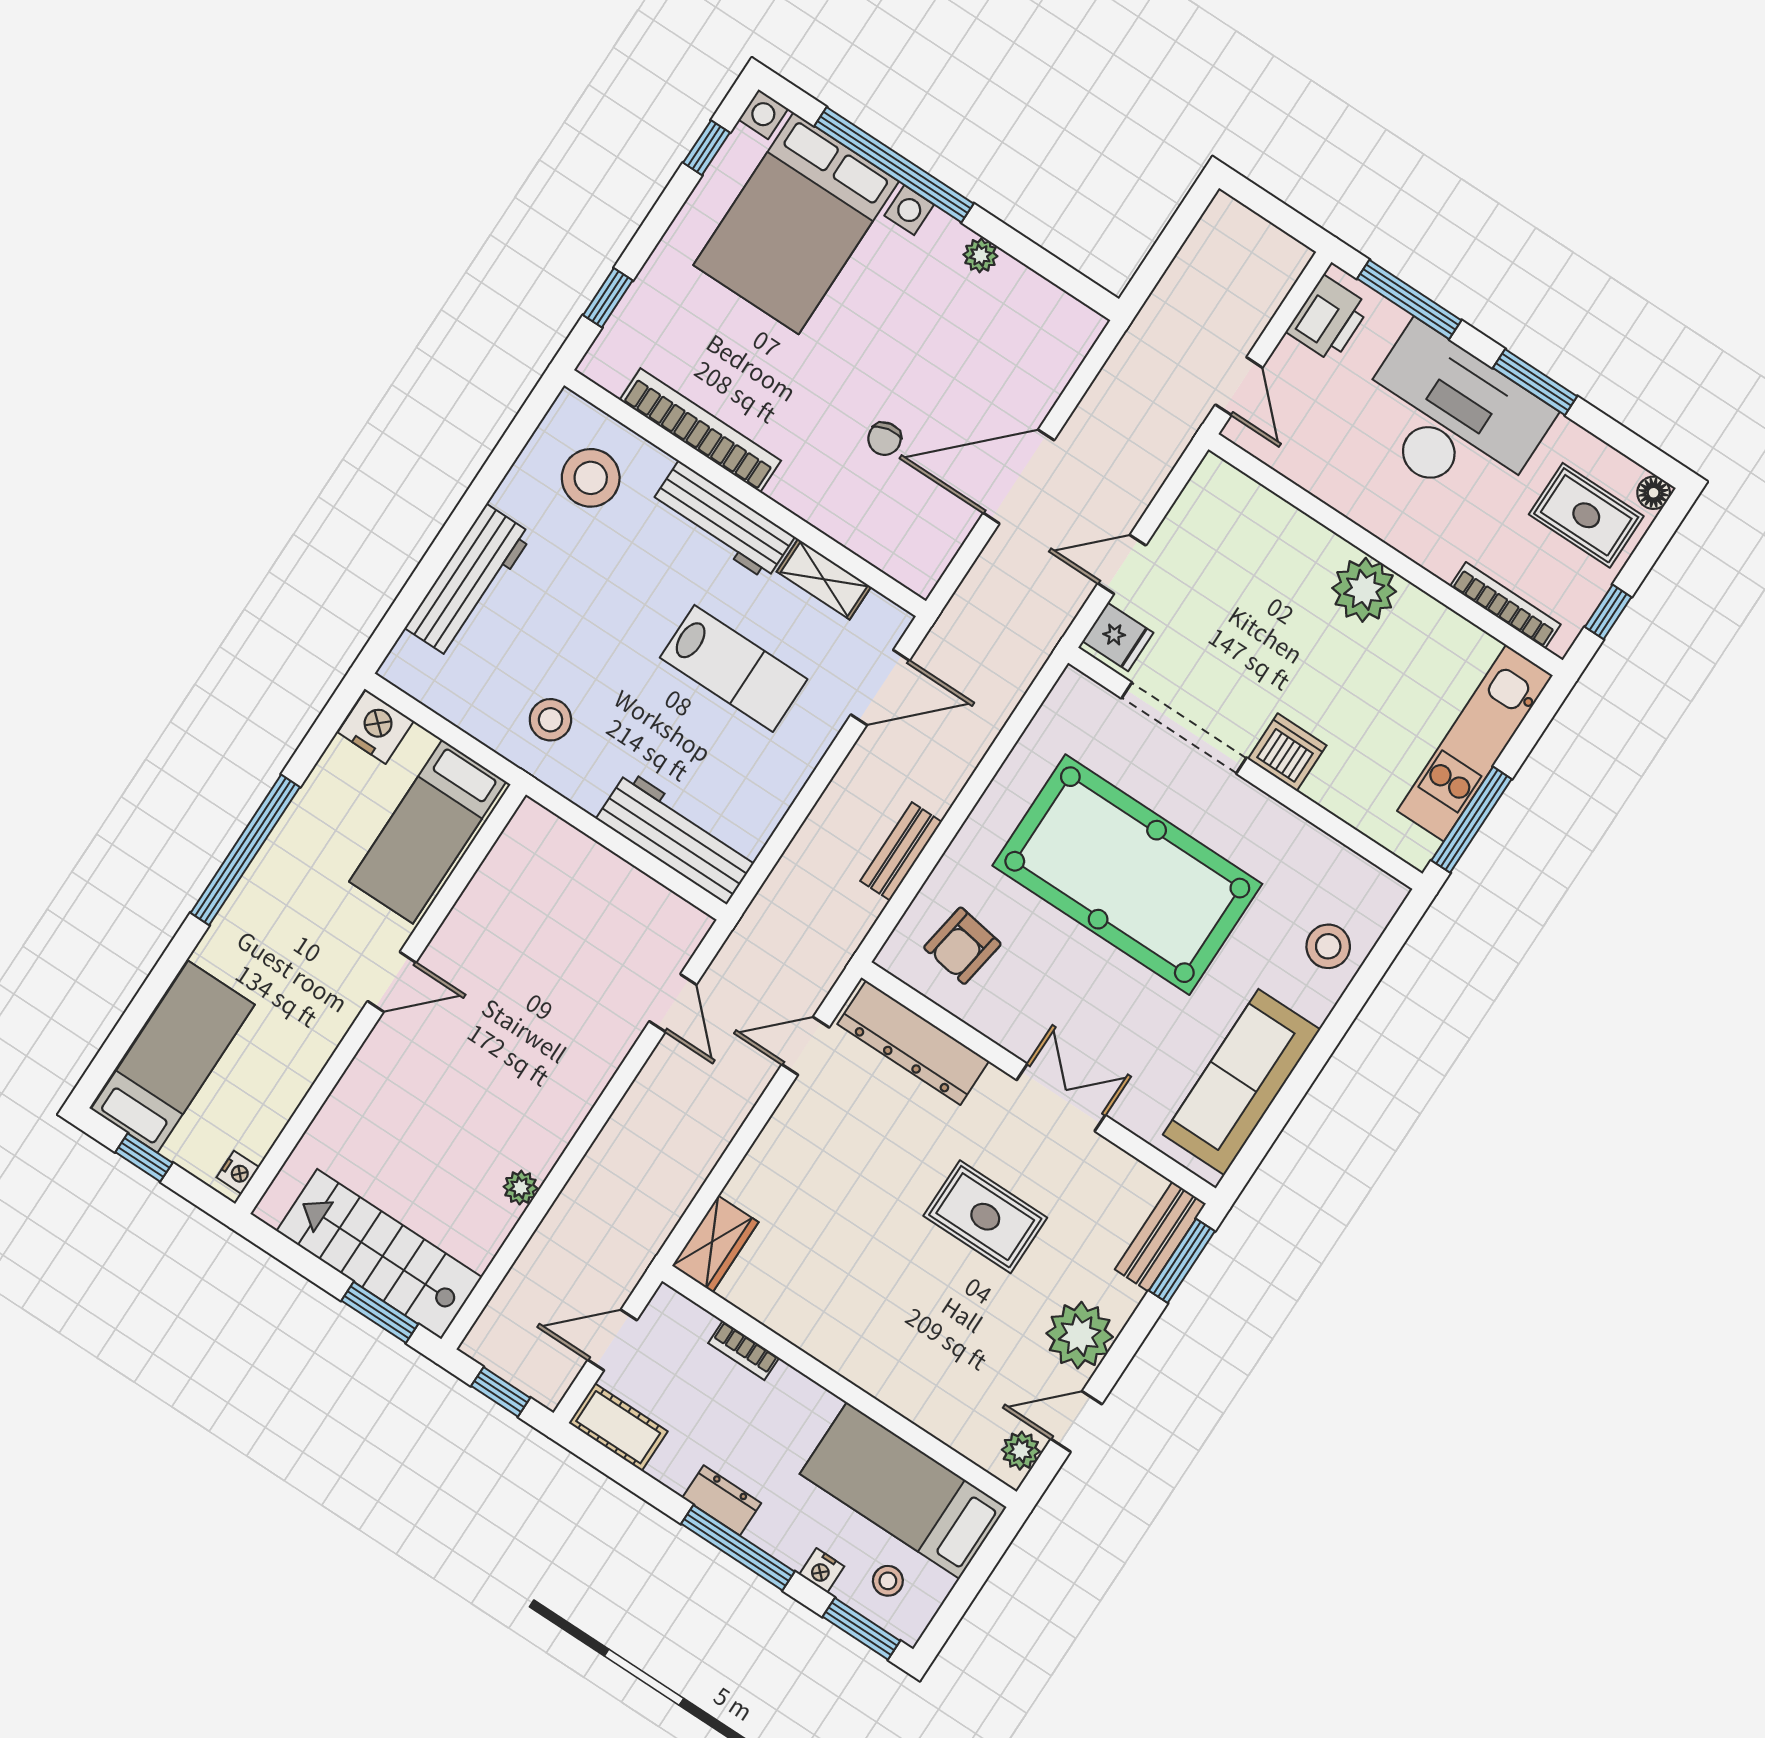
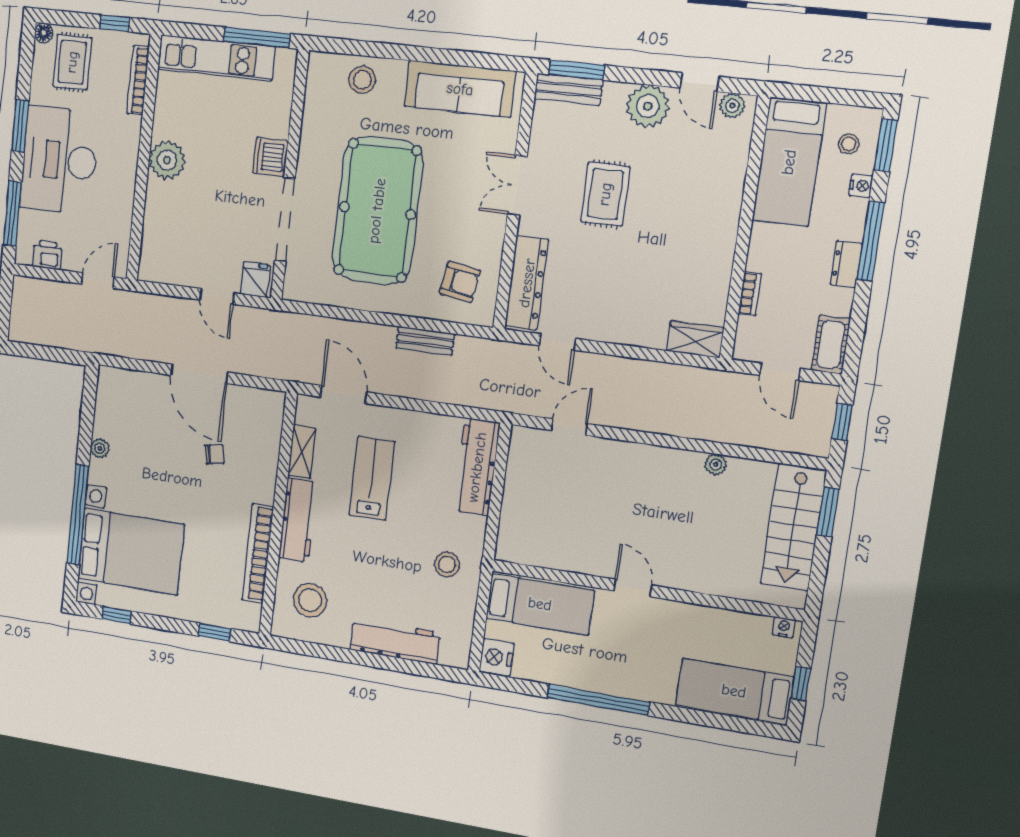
printer: (1328, 319) -> (47, 255), width x0.73, depth x0.81

